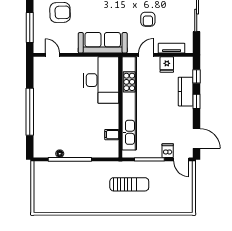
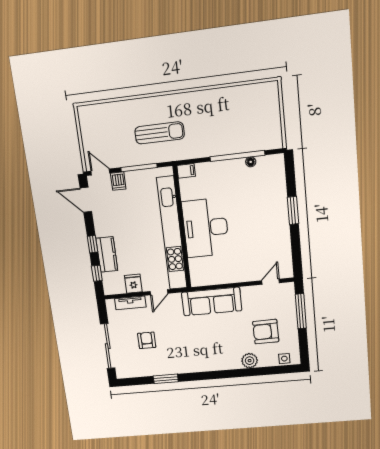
armchair: (148, 19) -> (147, 340), moved
door: (52, 55) -> (271, 282), swing flipped
desk: (101, 80) -> (206, 228), moved
window: (30, 112) -> (293, 210), width x0.47
filing cabinet: (112, 135) -> (186, 171), moved
sun lounger: (129, 184) -> (160, 133), turned 180

